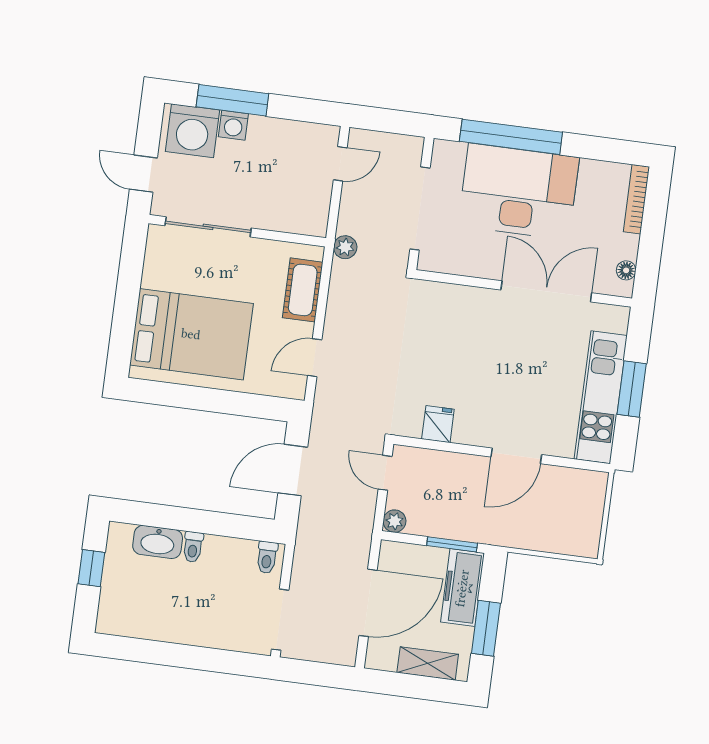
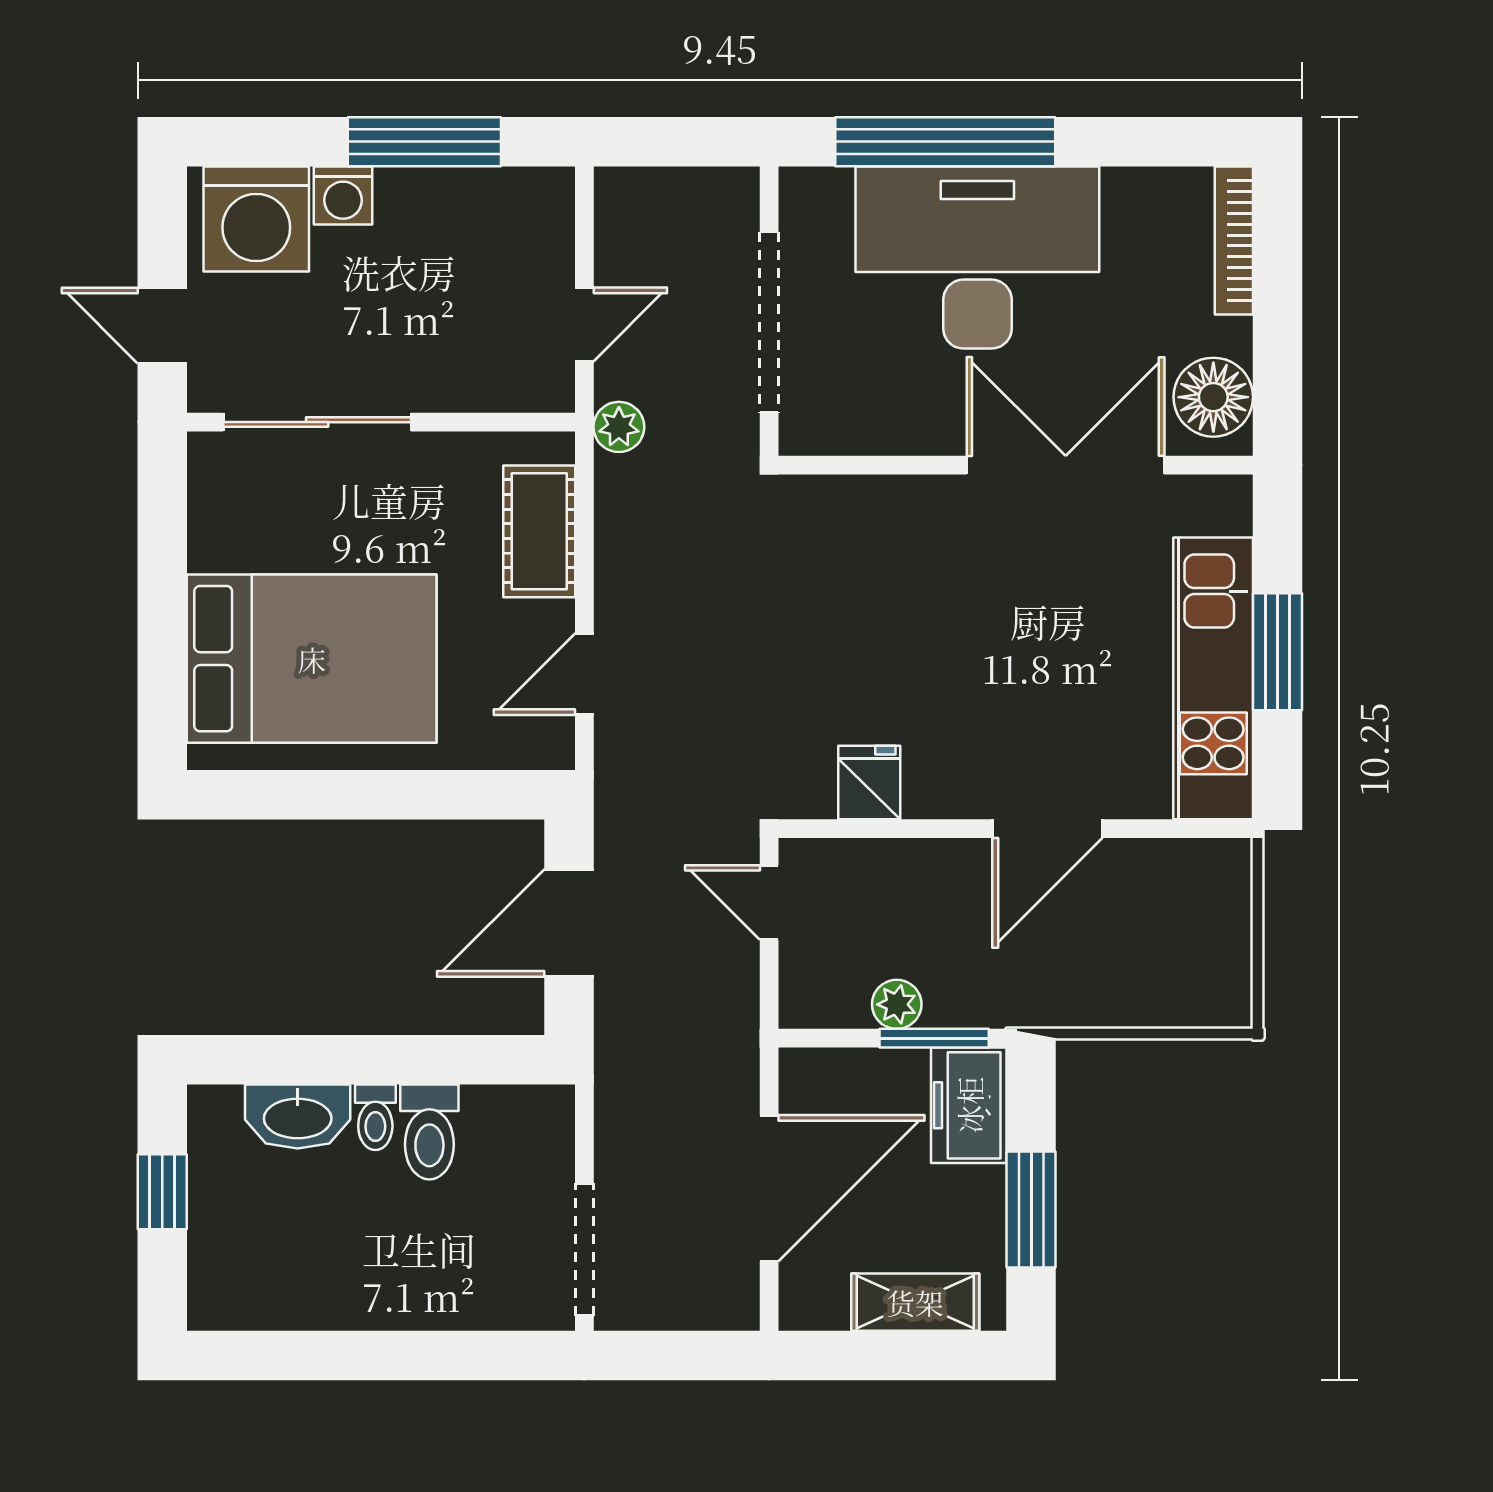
window: (232, 100) -> (424, 142), moved
door: (340, 164) -> (584, 324), moved
floor lamp: (626, 270) -> (1213, 397), width x1.89, depth x1.89
plant: (394, 521) -> (897, 1004), moved
toilet: (267, 557) -> (429, 1132), moved, width x1.37, depth x1.39
freezer: (462, 588) -> (969, 1105), width x0.71

